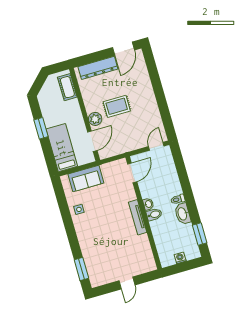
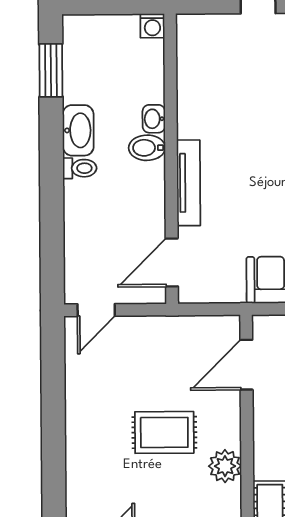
plant: (95, 119) -> (225, 466), moved
washbasin: (148, 204) -> (154, 119), moved
tv unit: (138, 217) -> (189, 183), moved
washing machine: (180, 258) -> (152, 26), moved

